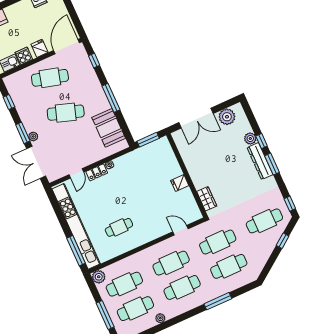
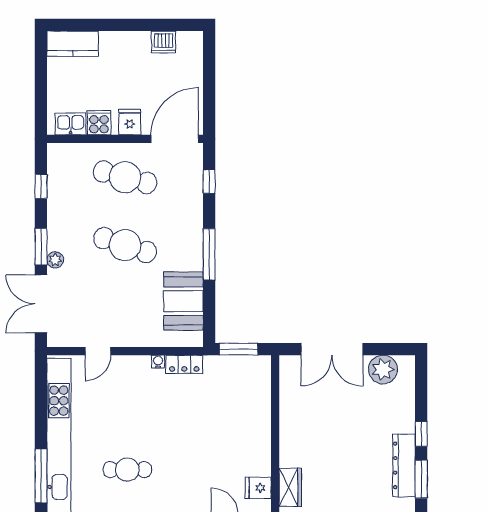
plant: (250, 139) -> (405, 422), removed
locker: (97, 172) -> (184, 364), moved
fridge: (180, 183) -> (258, 488), moved

